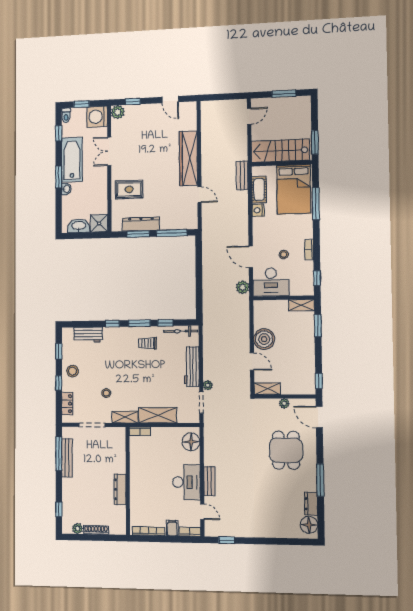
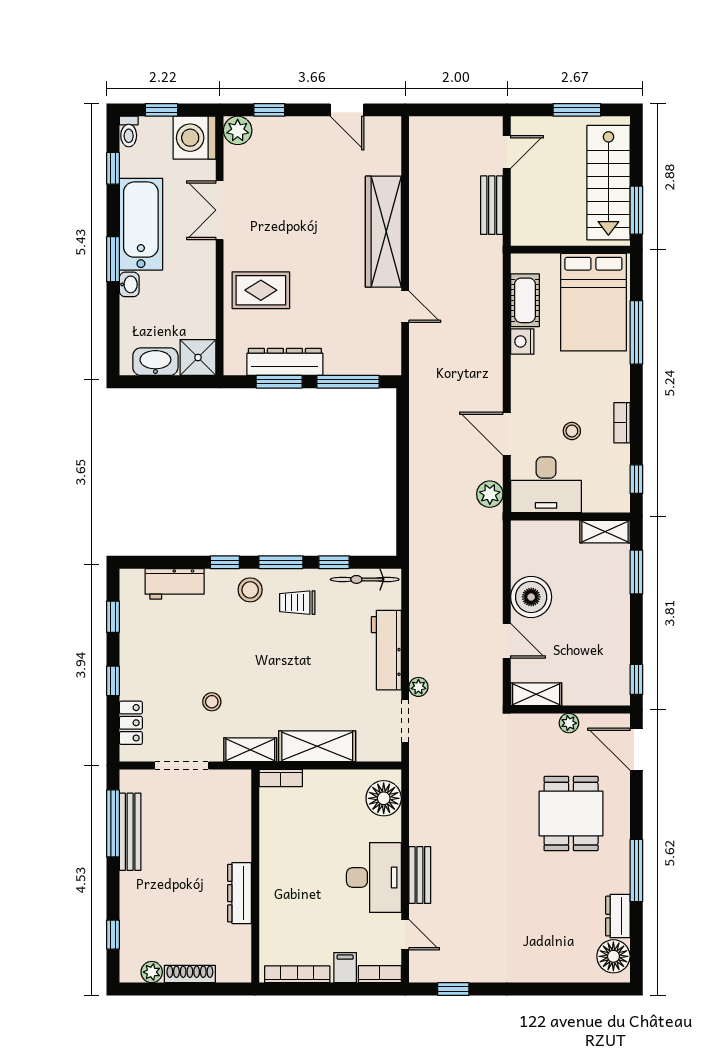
stairs: (280, 151) -> (608, 183), moved, turned -90
bench: (242, 175) -> (492, 205), moved
stool: (73, 371) -> (250, 590), moved

